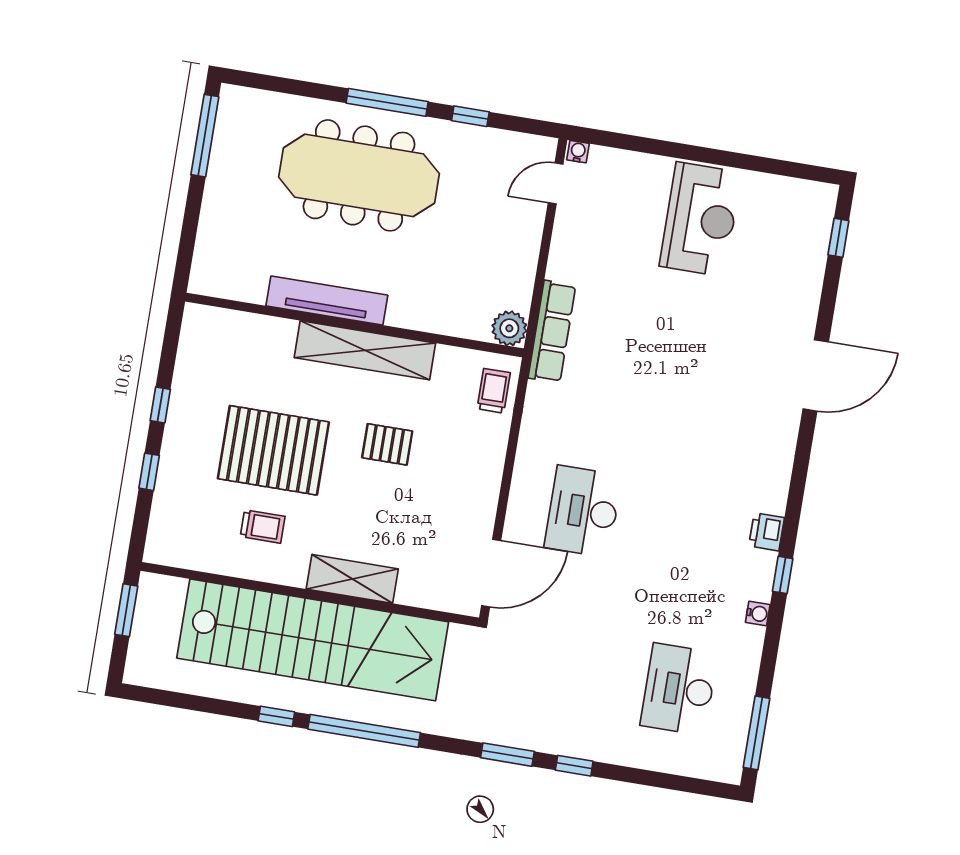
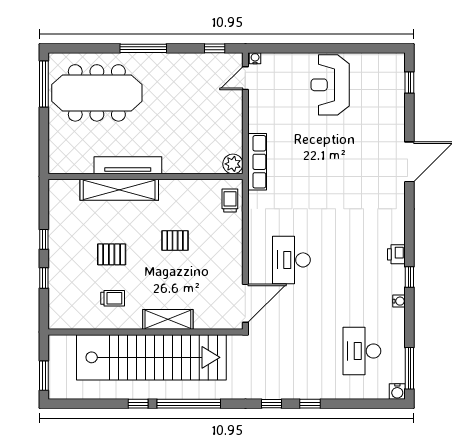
window: (470, 116) -> (215, 48), moved
meeting table: (359, 175) -> (97, 93), moved
reception desk: (700, 219) -> (330, 85), turned 180
shelving: (365, 350) -> (119, 190), moved
pallet: (273, 450) -> (112, 254), width x0.49, depth x0.50
window: (126, 610) -> (44, 376), moved
window: (507, 755) -> (271, 404), width x0.67
water cooler: (729, 770) -> (397, 392), added

